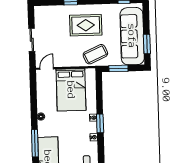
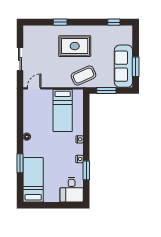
sofa: (132, 36) -> (123, 66), width x0.74, depth x0.79
bed: (71, 90) -> (63, 111), width x0.67
window: (100, 123) -> (86, 170), moved
window: (35, 143) -> (20, 163), width x0.69

